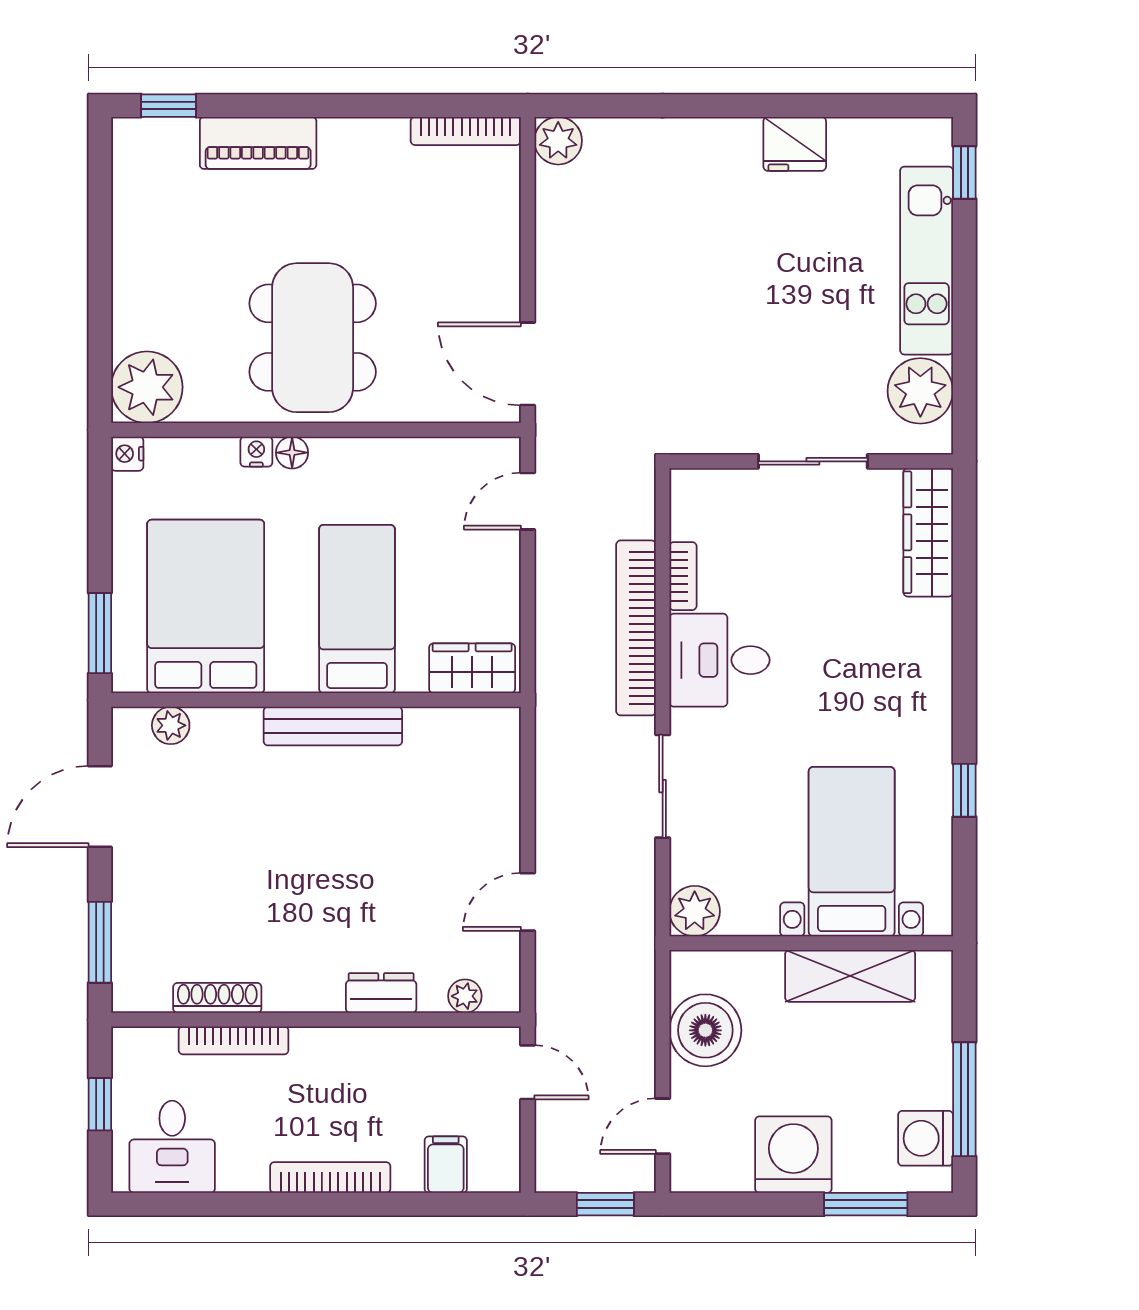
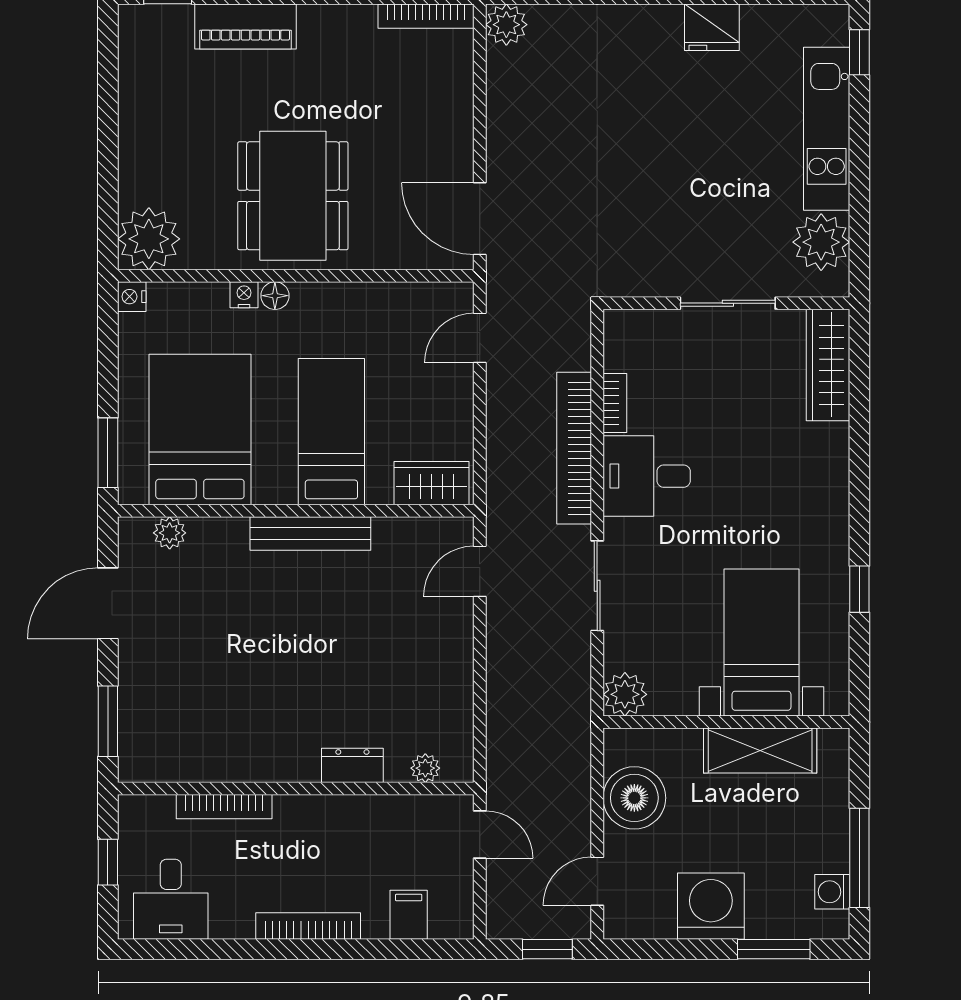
door: (528, 902) -> (480, 571), moved
shoe rack: (217, 998) -> (210, 770), removed
washing machine: (926, 1138) -> (832, 892), width x0.73, depth x0.73

